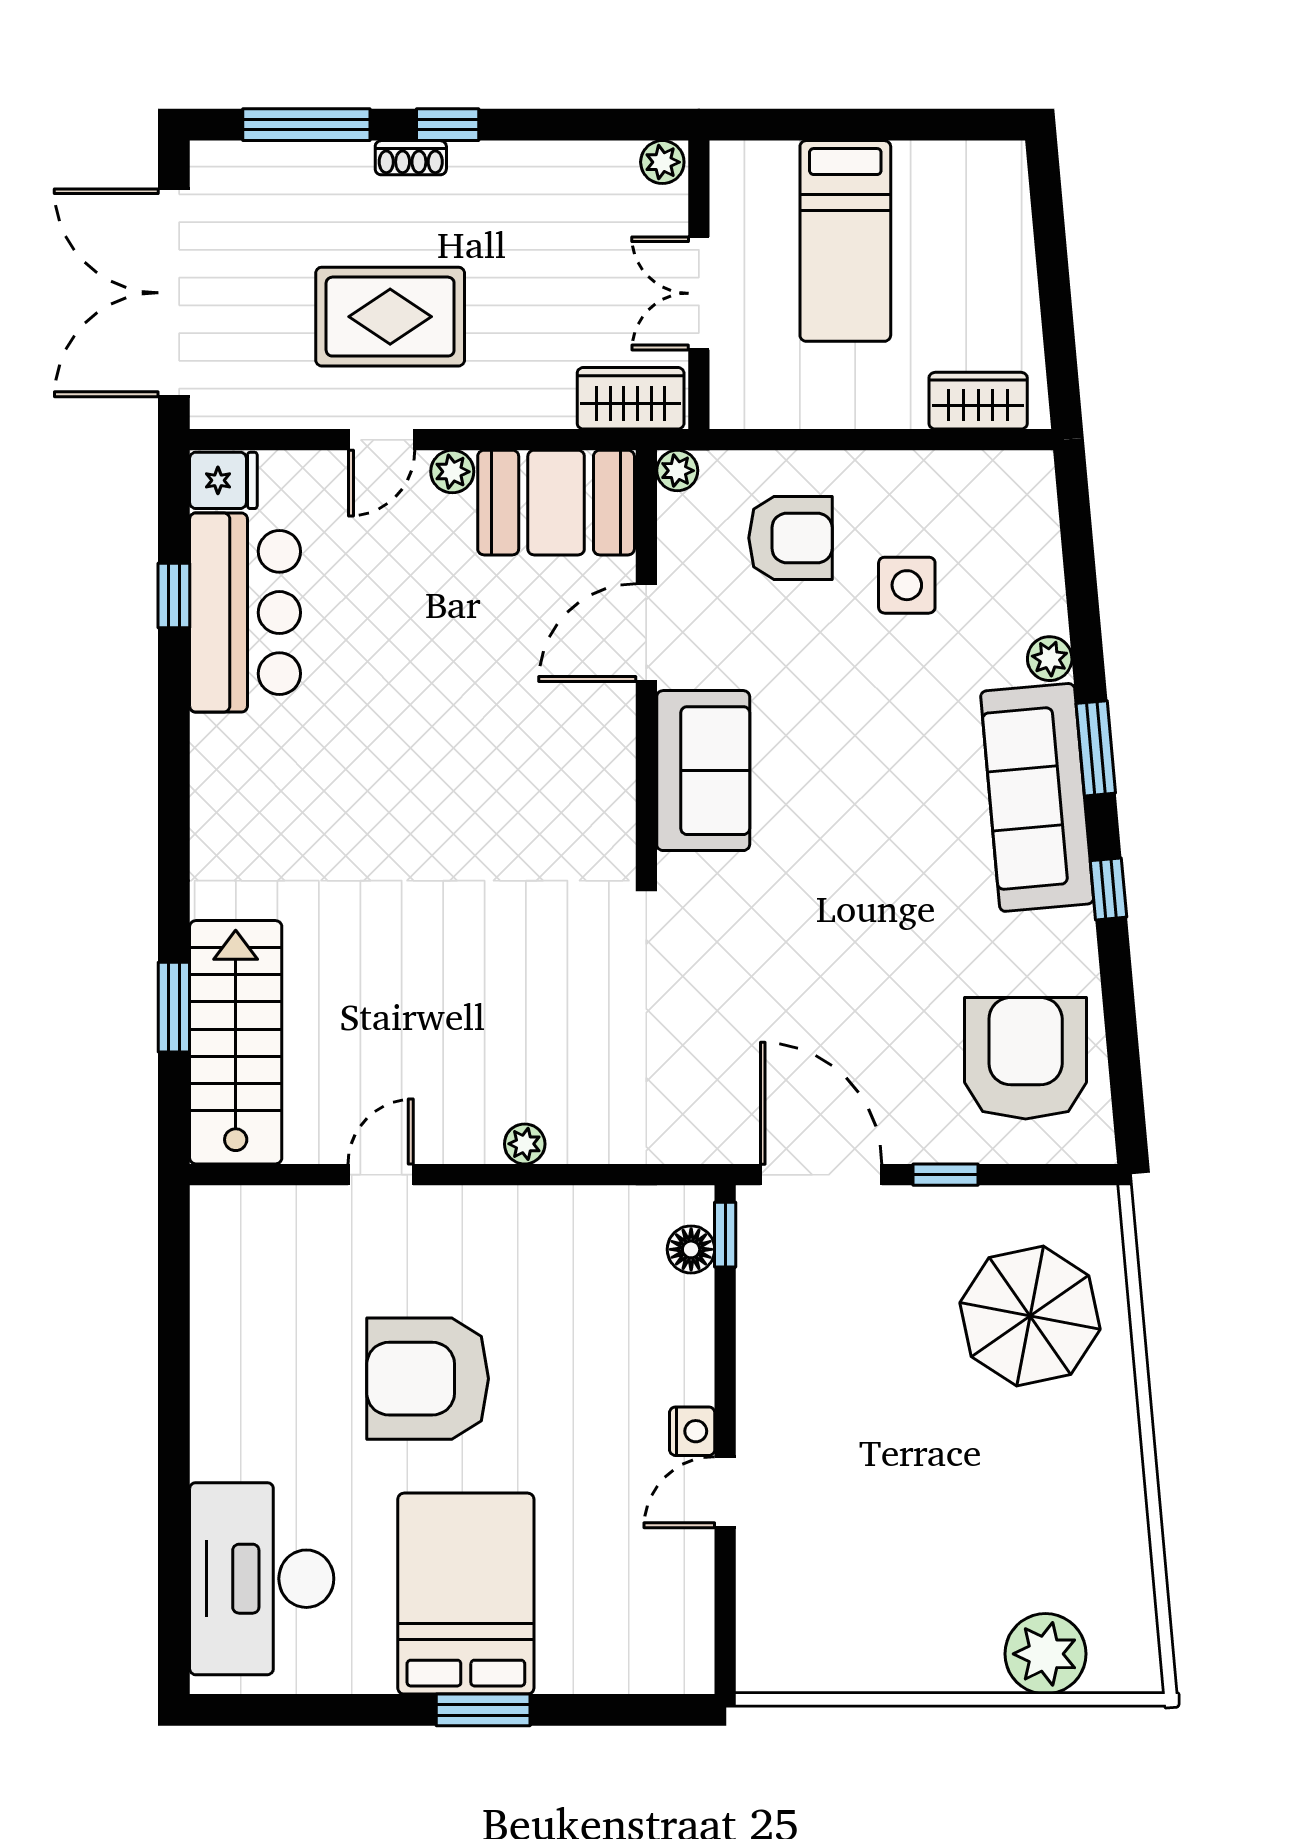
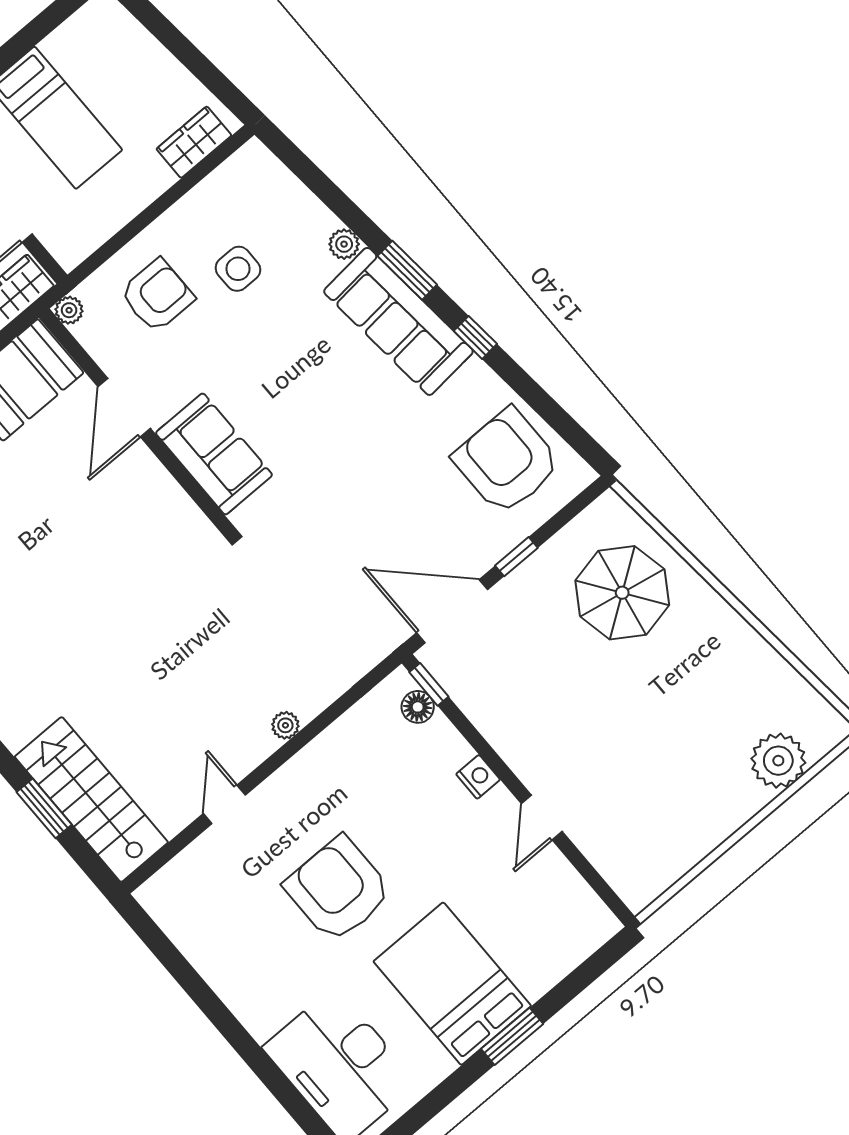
armchair: (428, 1379) -> (338, 889), turned 90
nightstand: (692, 1431) -> (478, 777), moved

